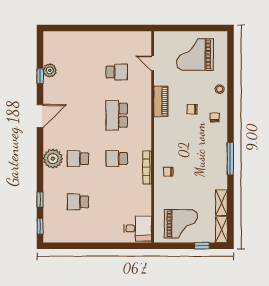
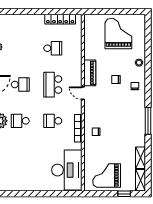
locker: (126, 37) -> (60, 19), added
grand piano: (195, 54) -> (118, 34), turned 90
door: (153, 63) -> (83, 93), moved
school desk: (78, 202) -> (20, 85), moved, turned 180
grand piano: (181, 224) -> (107, 175), turned 180
desk: (138, 229) -> (67, 170), width x1.87, depth x1.30

